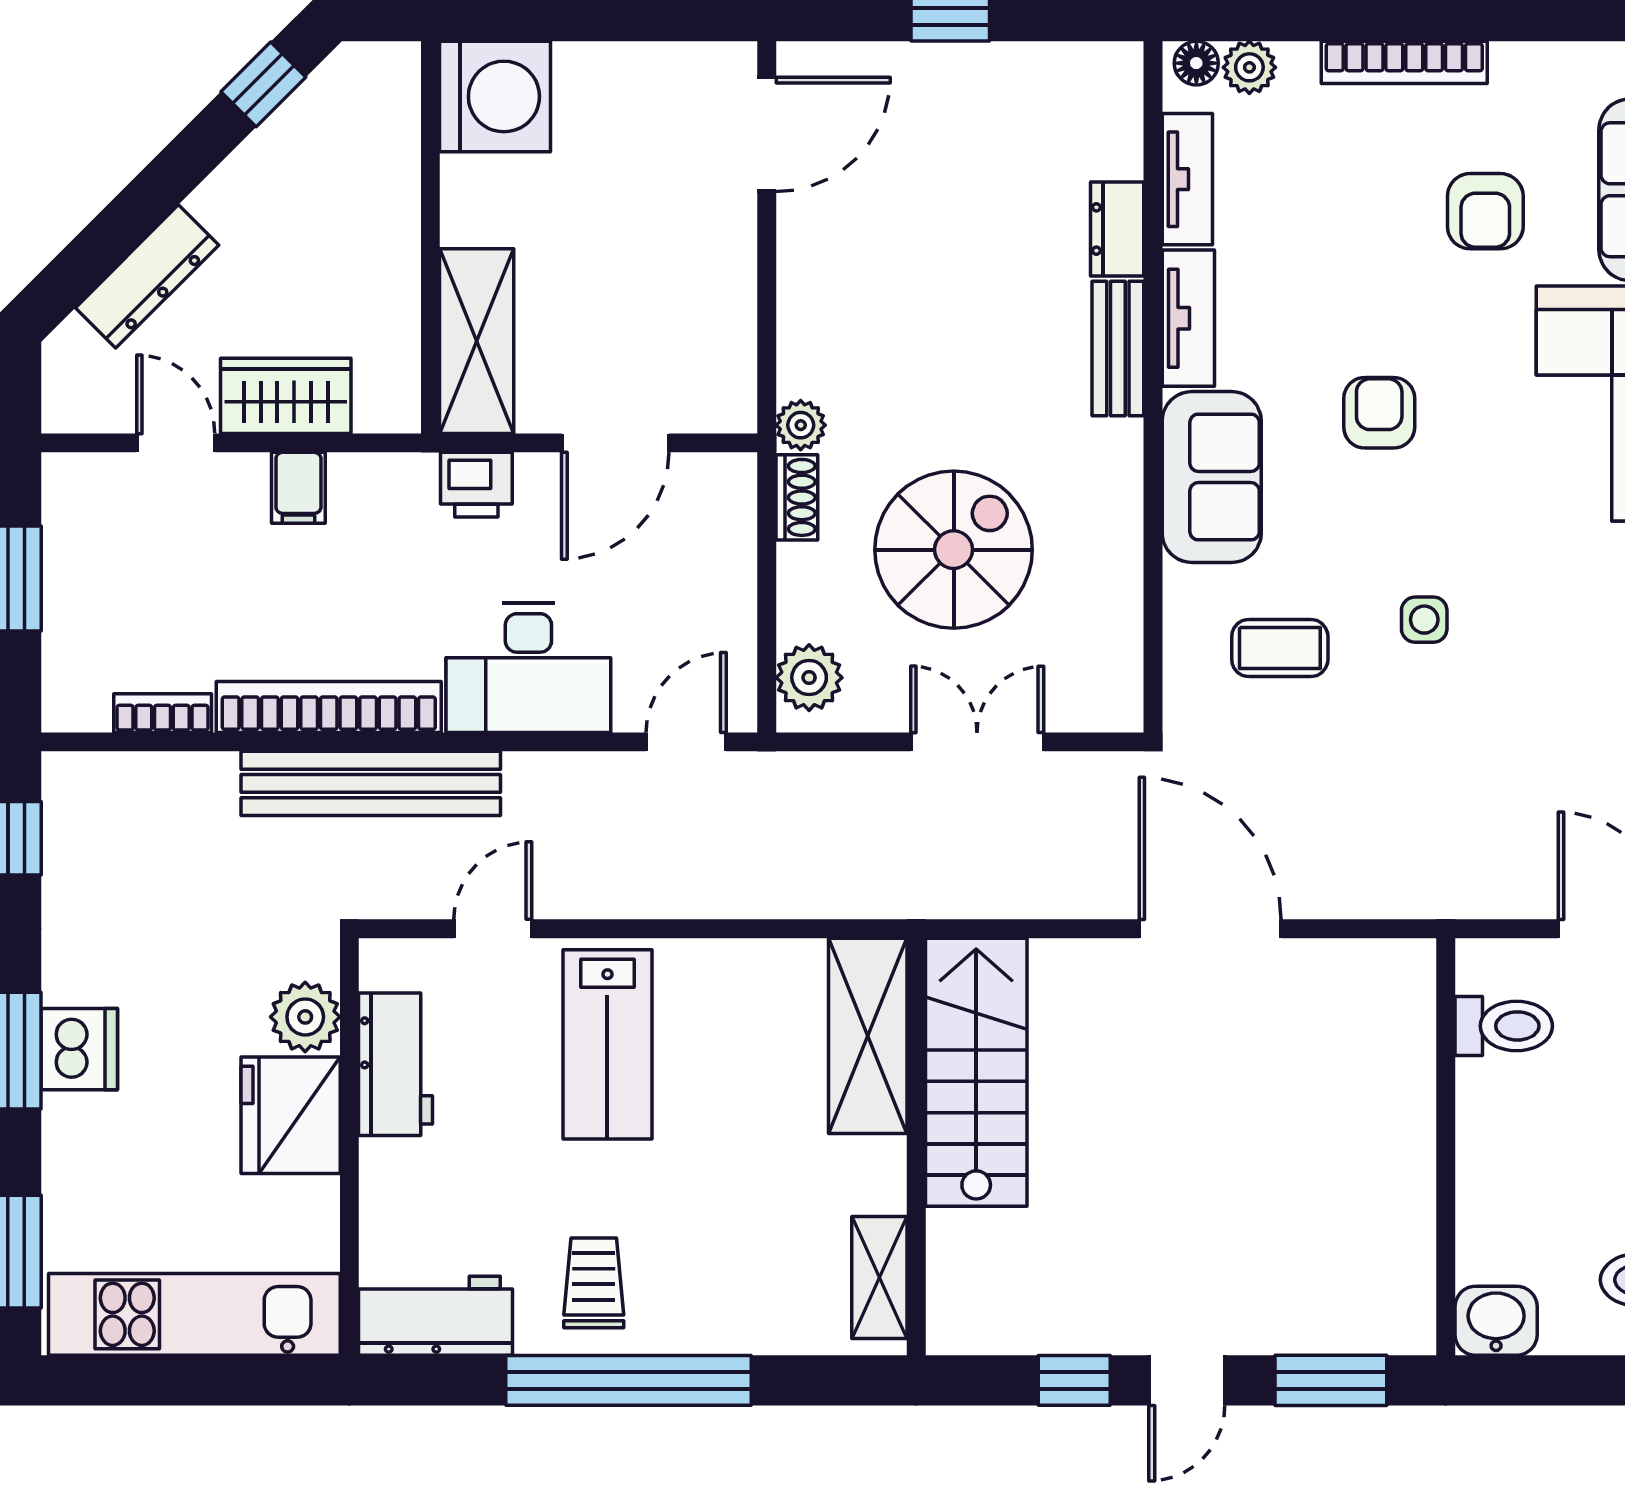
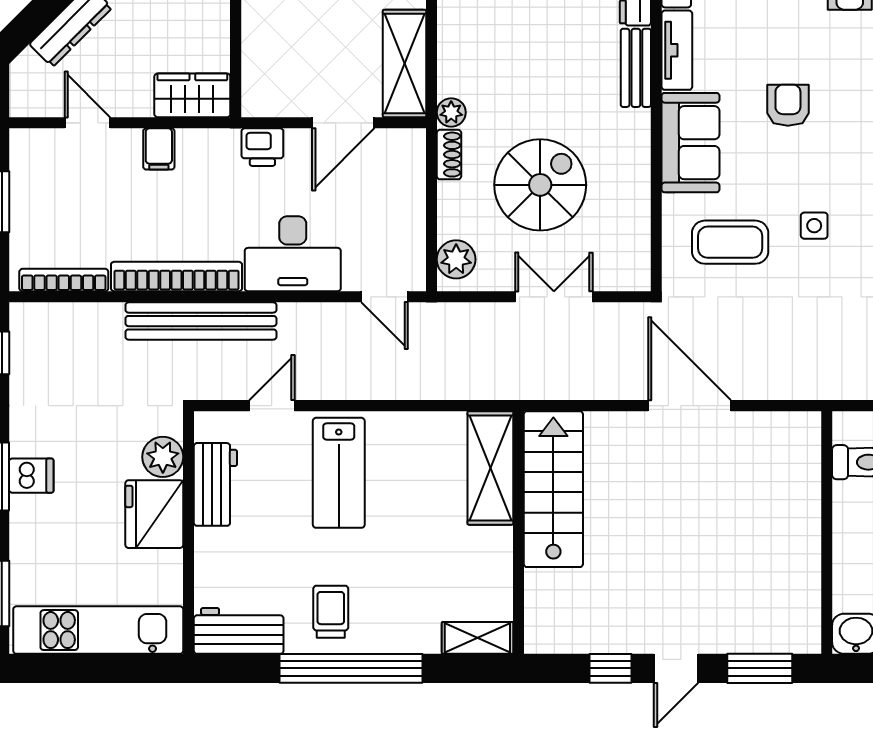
shelving: (477, 341) -> (404, 63), moved
wardrobe: (286, 396) -> (192, 95), moved
coffee table: (1280, 648) -> (730, 242), width x1.36, depth x1.30
bookcase: (163, 713) -> (64, 280), width x1.56
door: (686, 742) -> (385, 297), swing flipped
dishwasher: (79, 1049) -> (31, 476), width x0.73
shelving: (879, 1278) -> (477, 638), moved, turned 90

